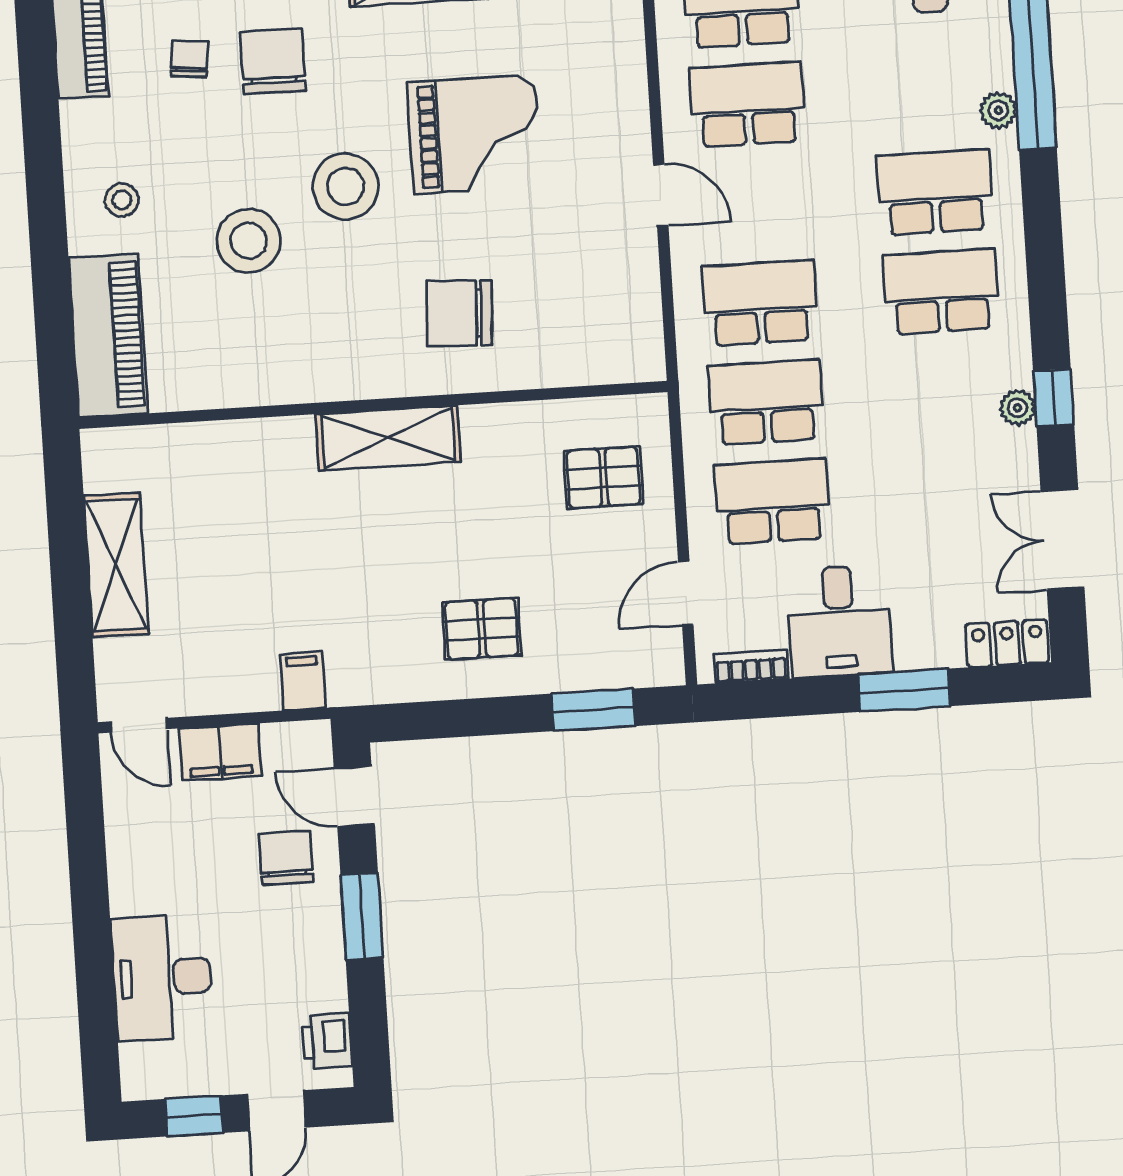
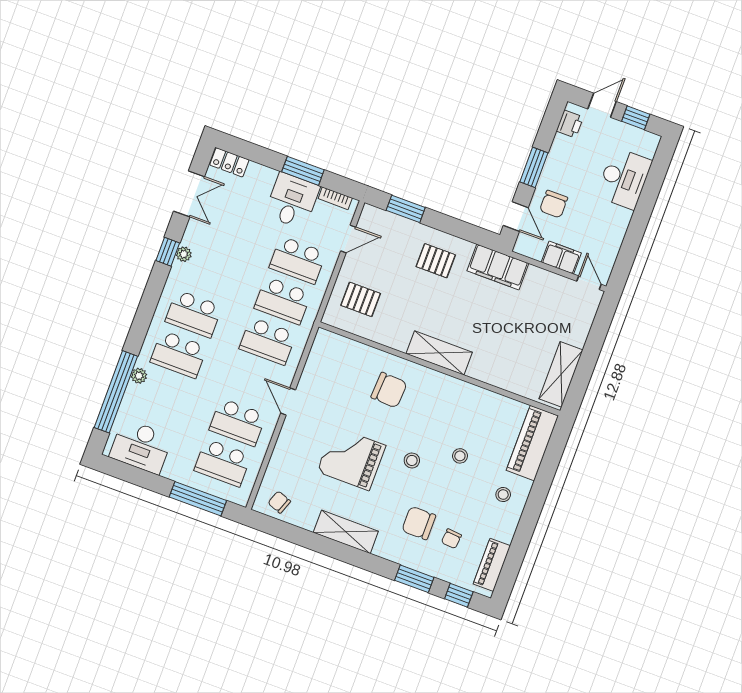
chair: (273, 61) -> (419, 523), turned 90
stool: (346, 186) -> (412, 460), width x0.53, depth x0.53
stool: (249, 241) -> (460, 456), width x0.53, depth x0.53
shelving: (116, 565) -> (561, 374), moved
filing cabinet: (303, 681) -> (498, 267), width x3.00, depth x1.17
window: (904, 690) -> (303, 171), moved

